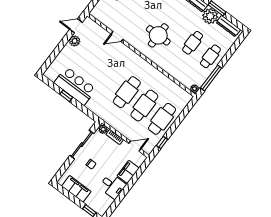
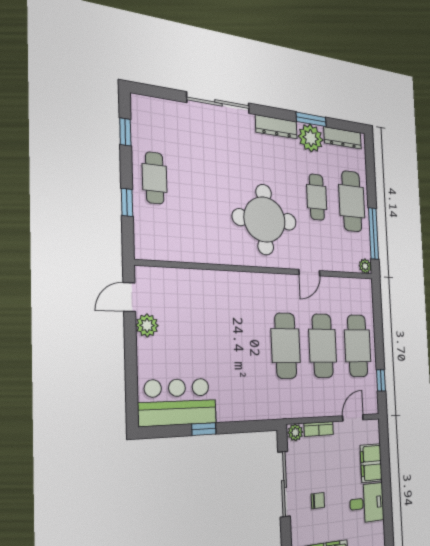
round table: (158, 35) -> (265, 220), width x1.36, depth x1.36
door: (117, 37) -> (309, 273), moved
cafe table: (210, 56) -> (352, 201), width x1.37, depth x1.35
bar counter: (75, 86) -> (177, 402), moved

